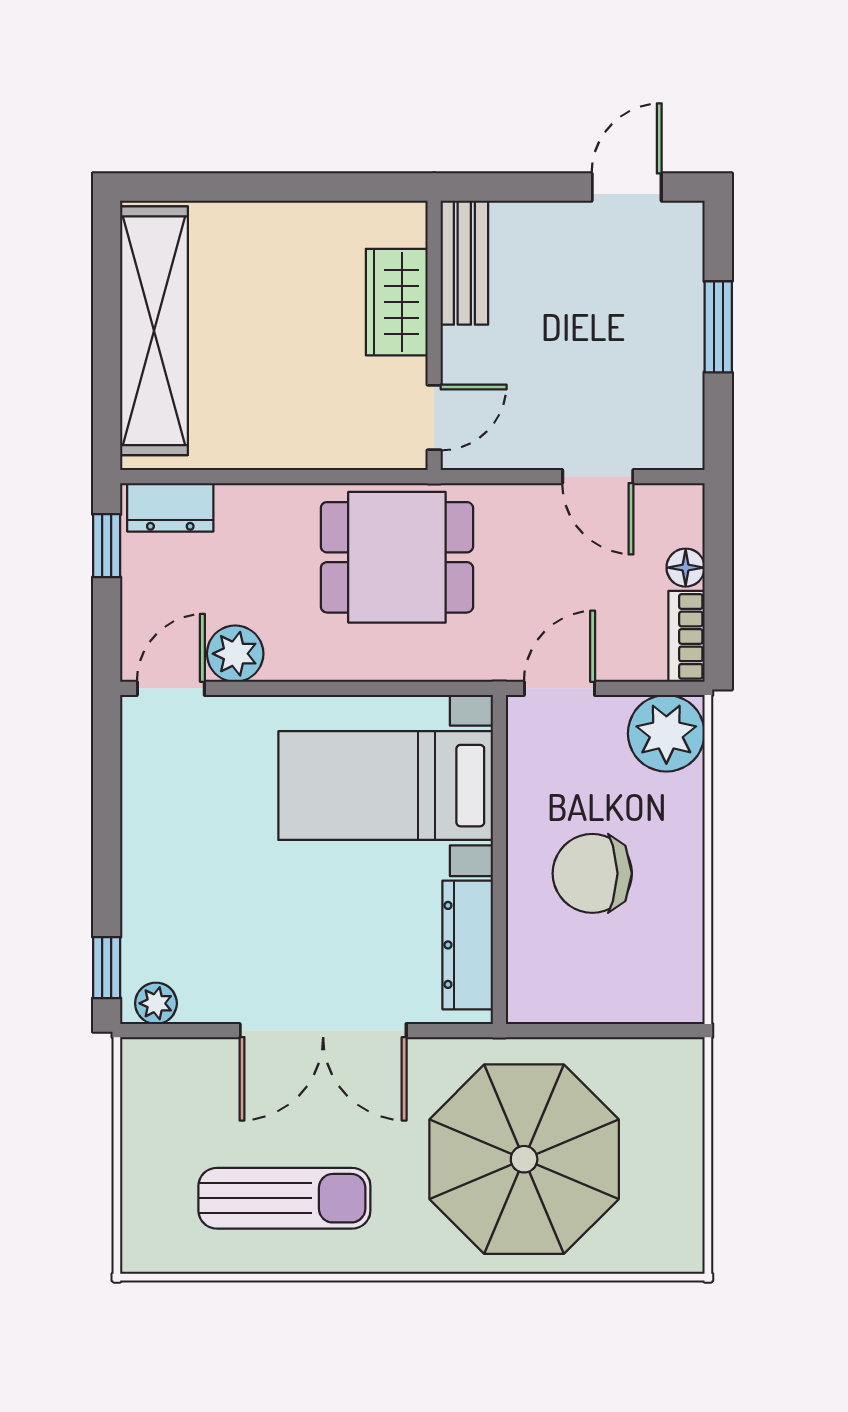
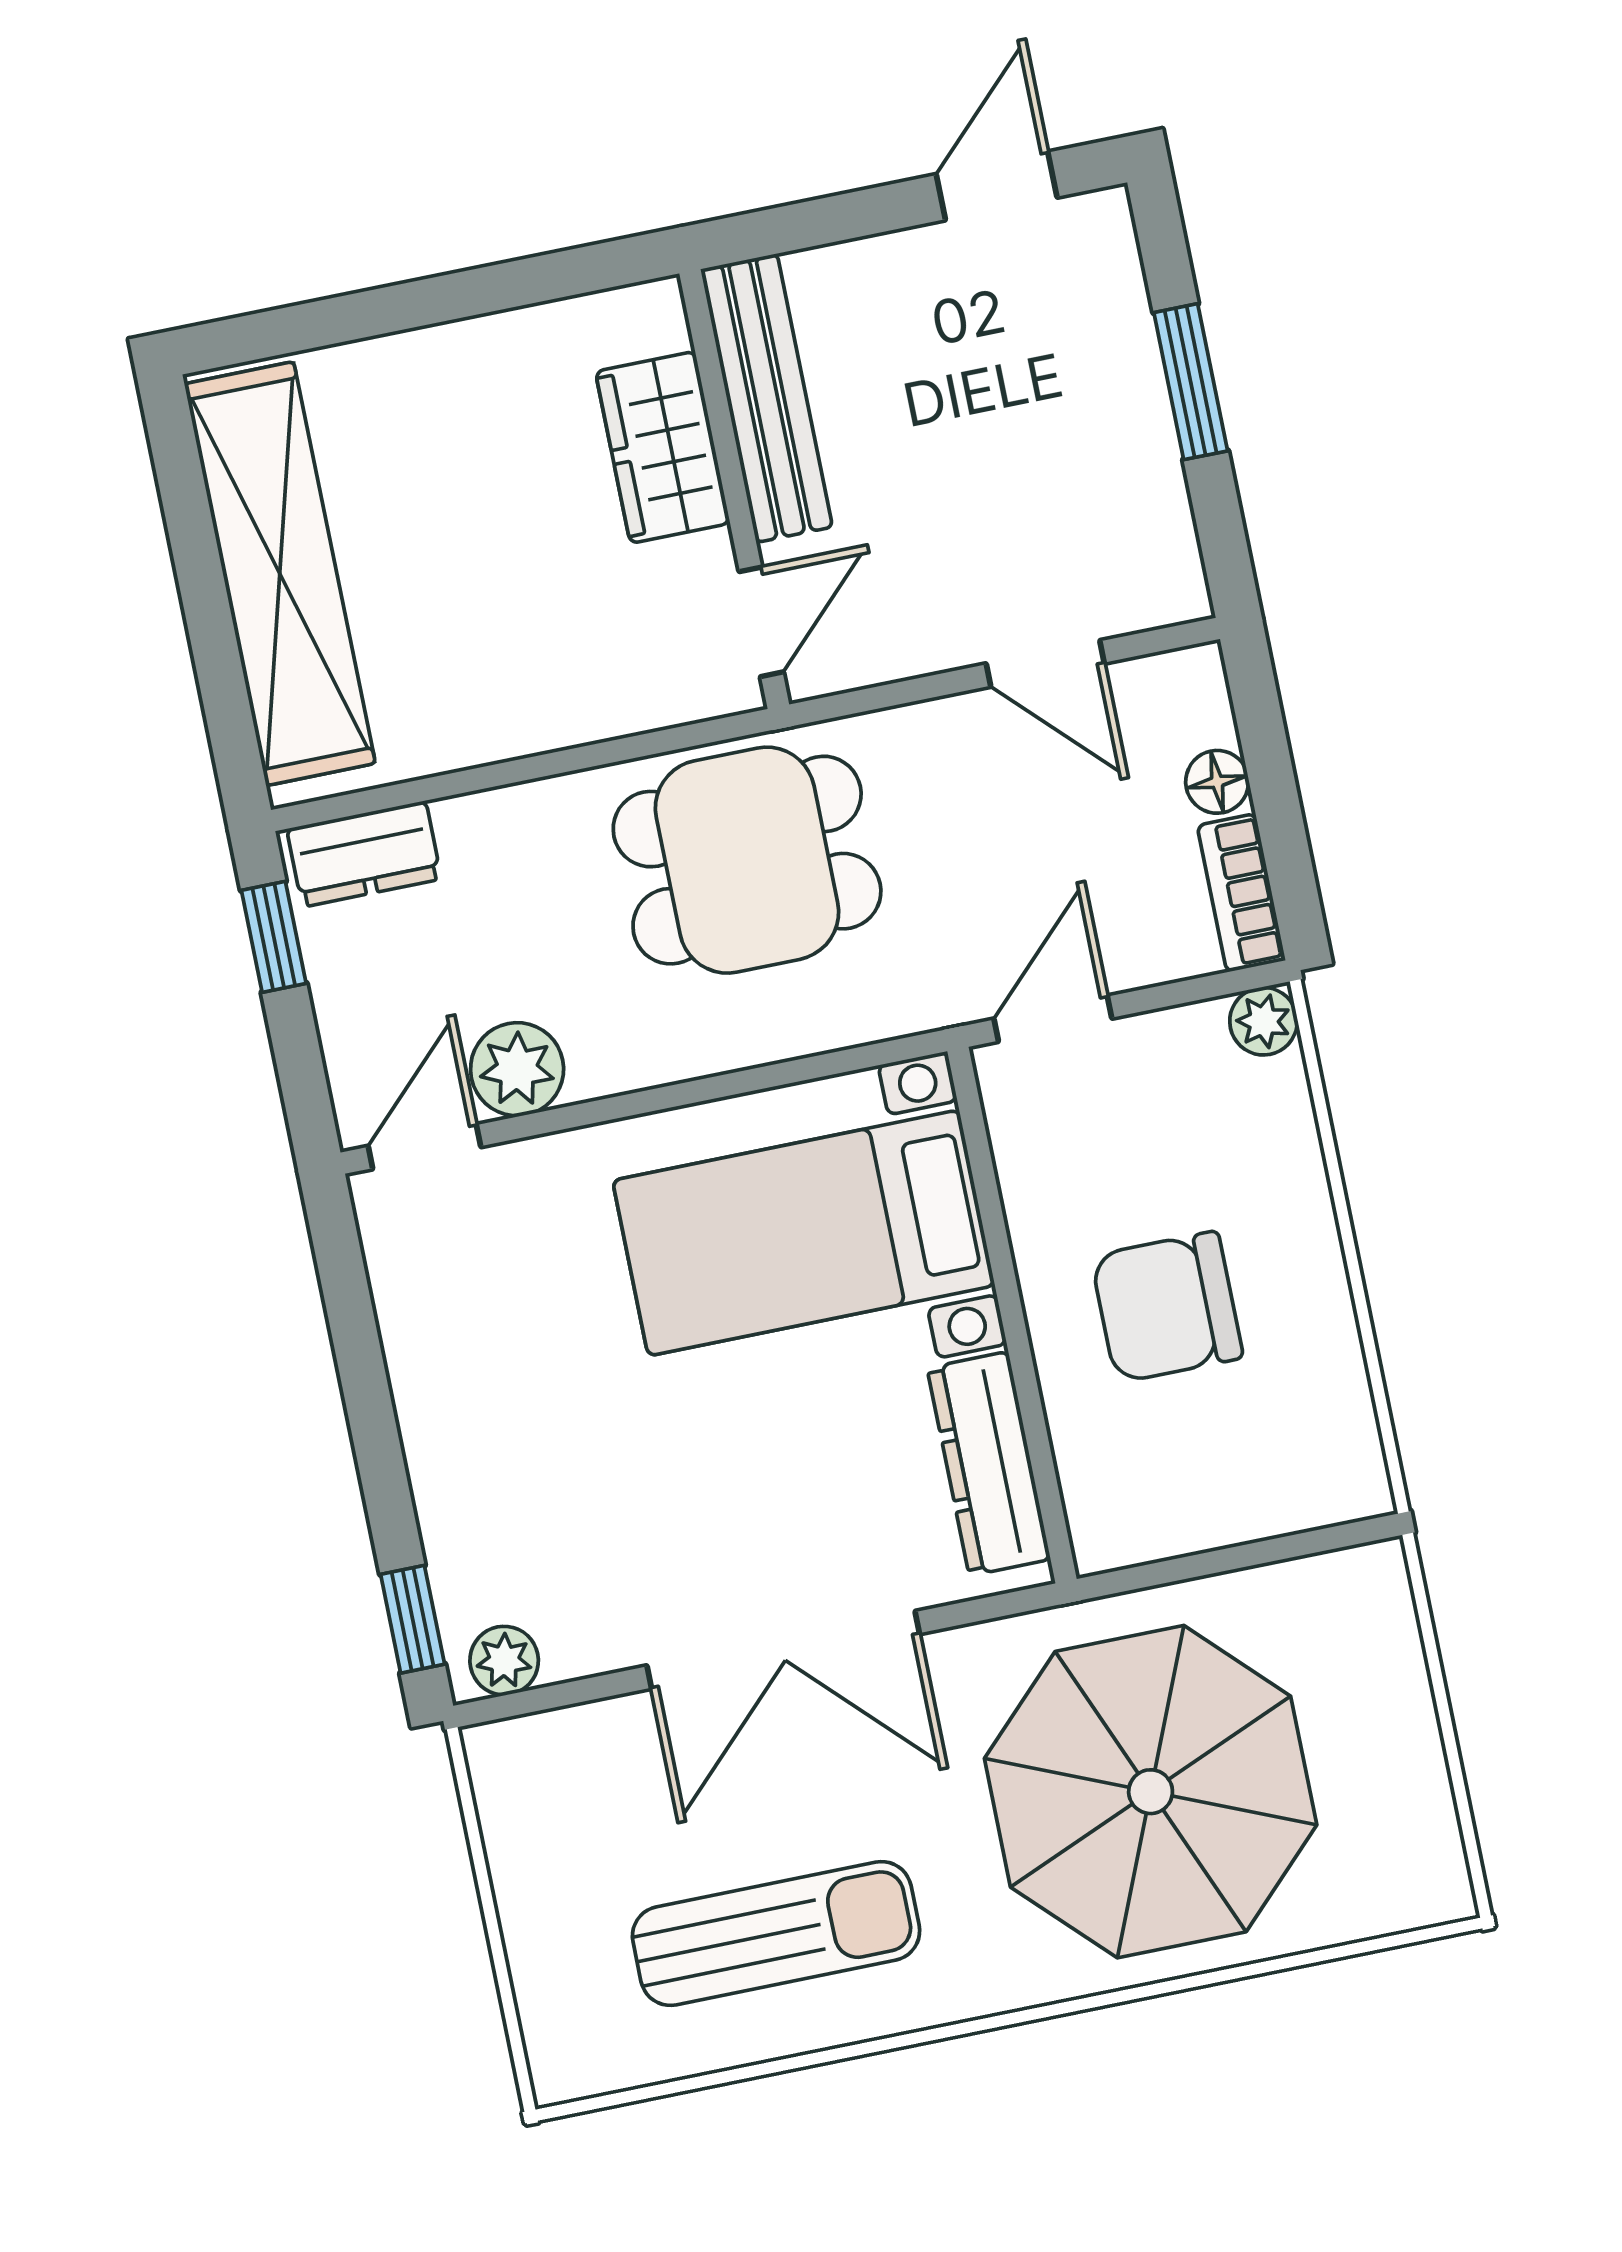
bench: (464, 263) -> (767, 398), width x1.36
plant: (666, 733) -> (1263, 1021), width x0.53, depth x0.53

